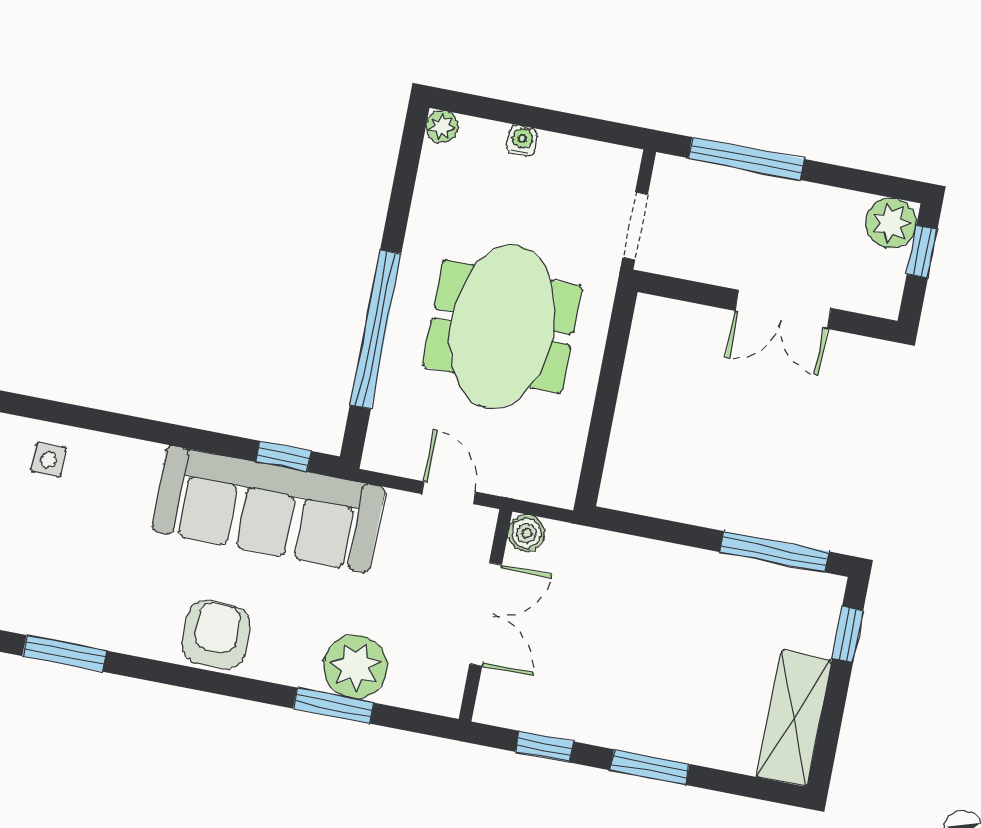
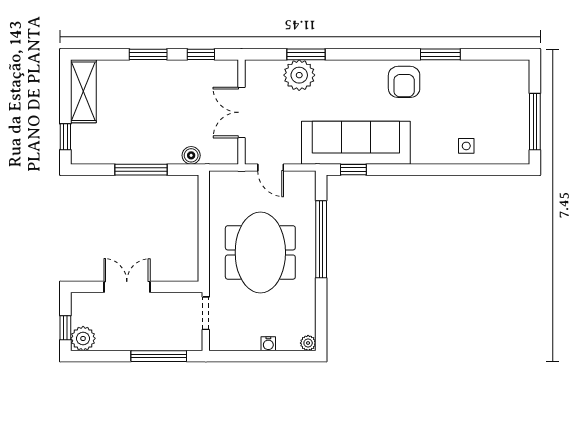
boiler: (527, 533) -> (191, 155), moved
window: (774, 552) -> (141, 170), moved
armchair: (216, 635) -> (404, 82), moved

